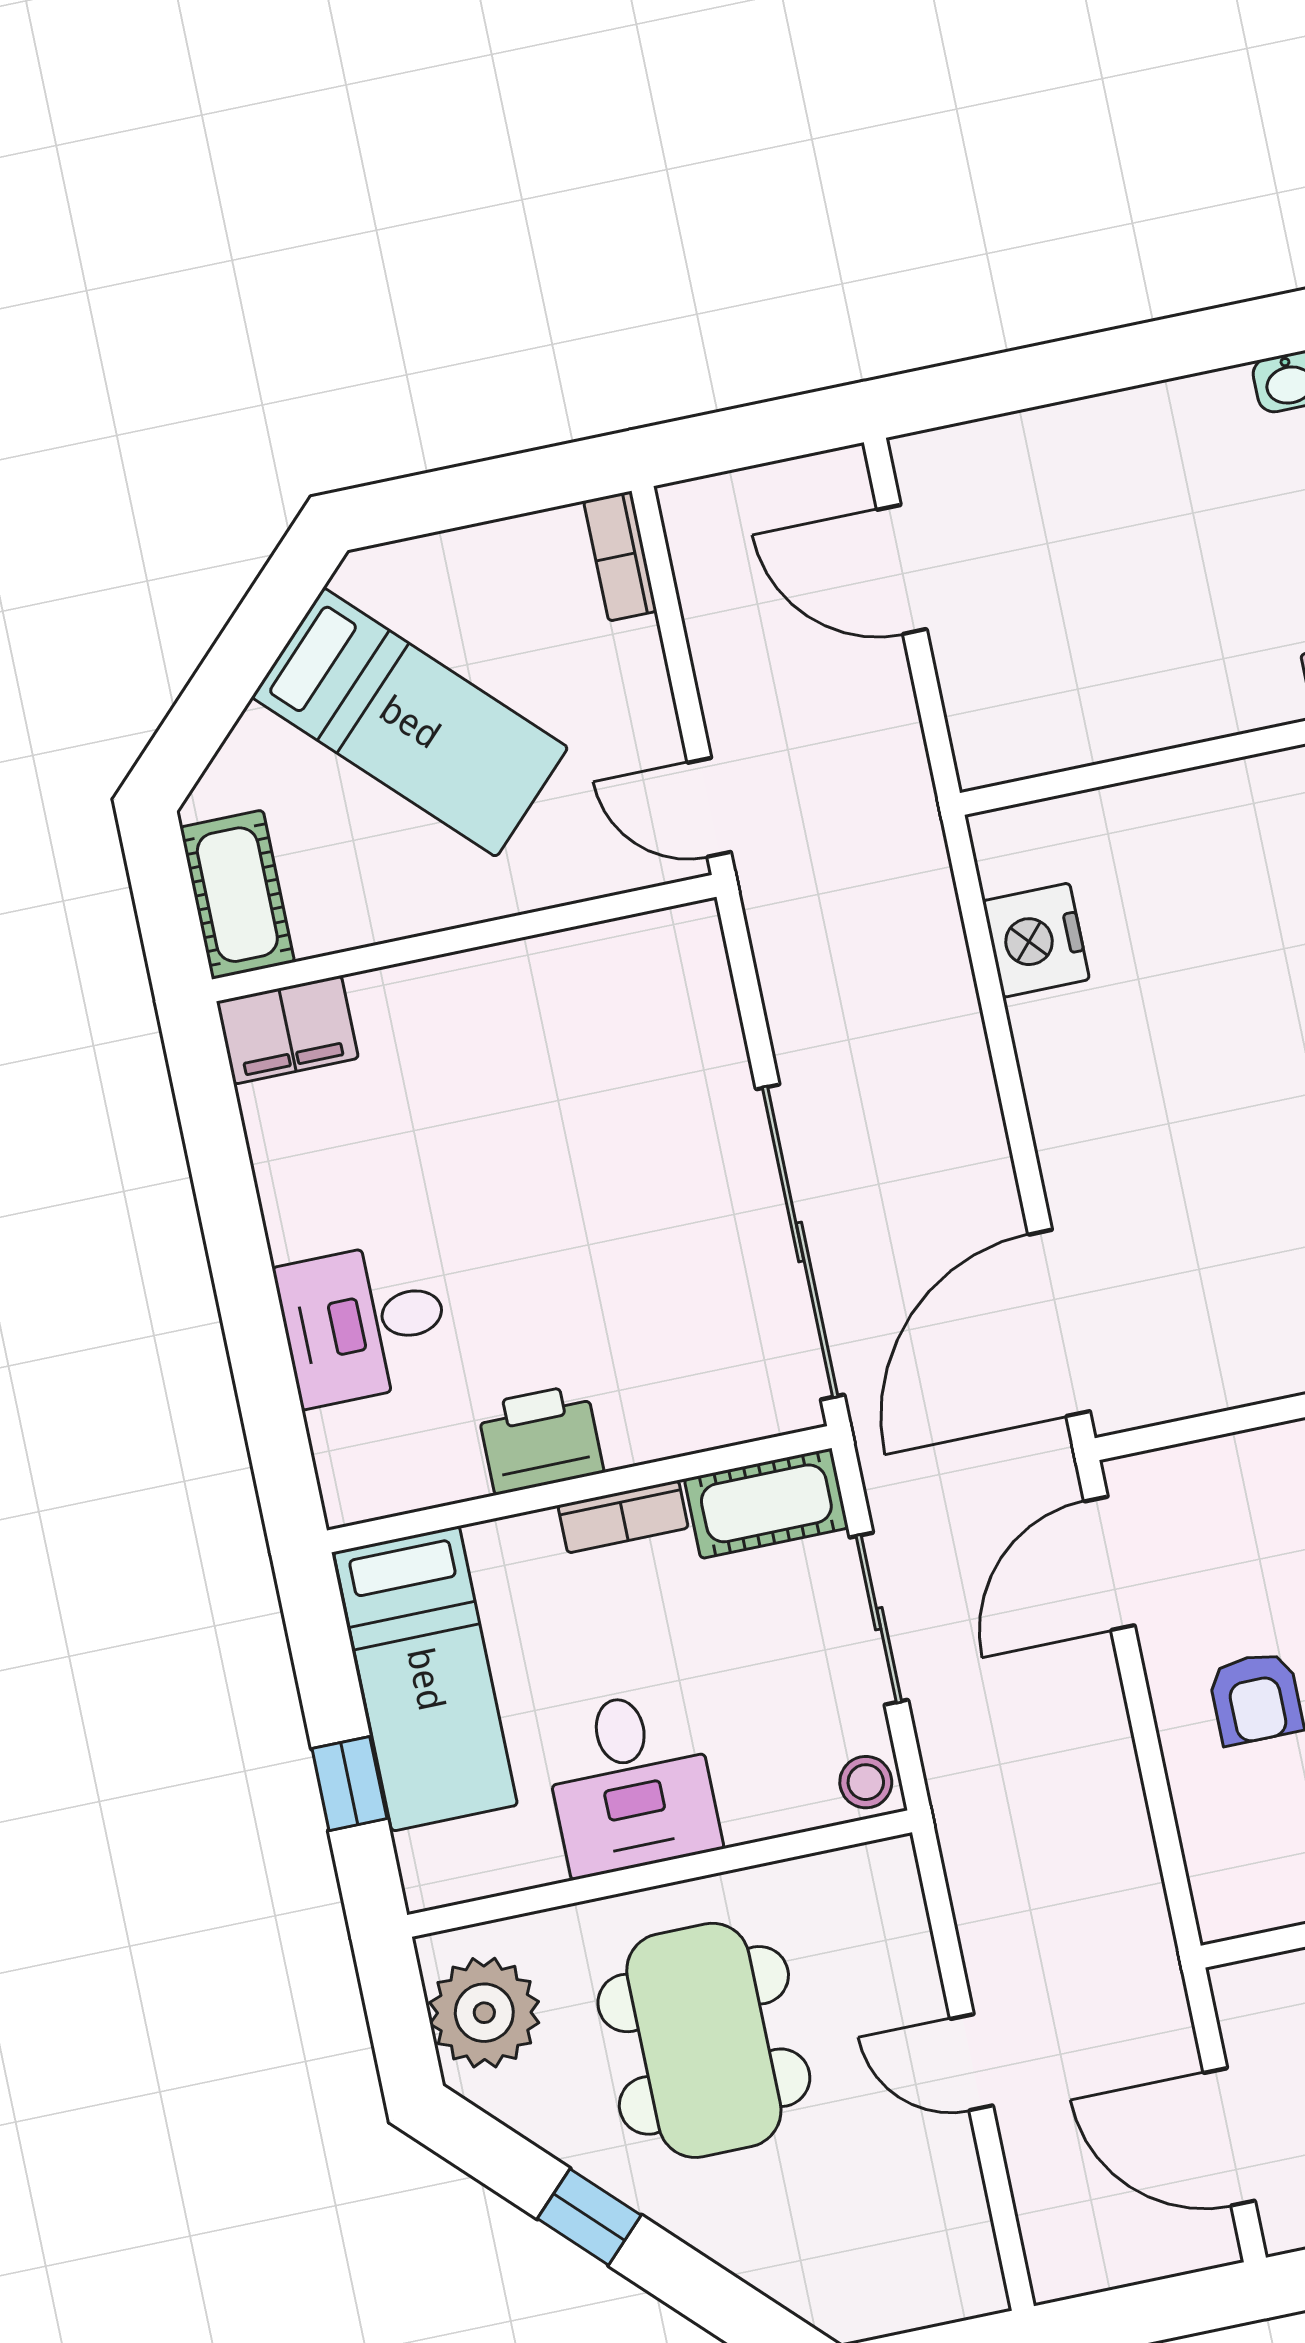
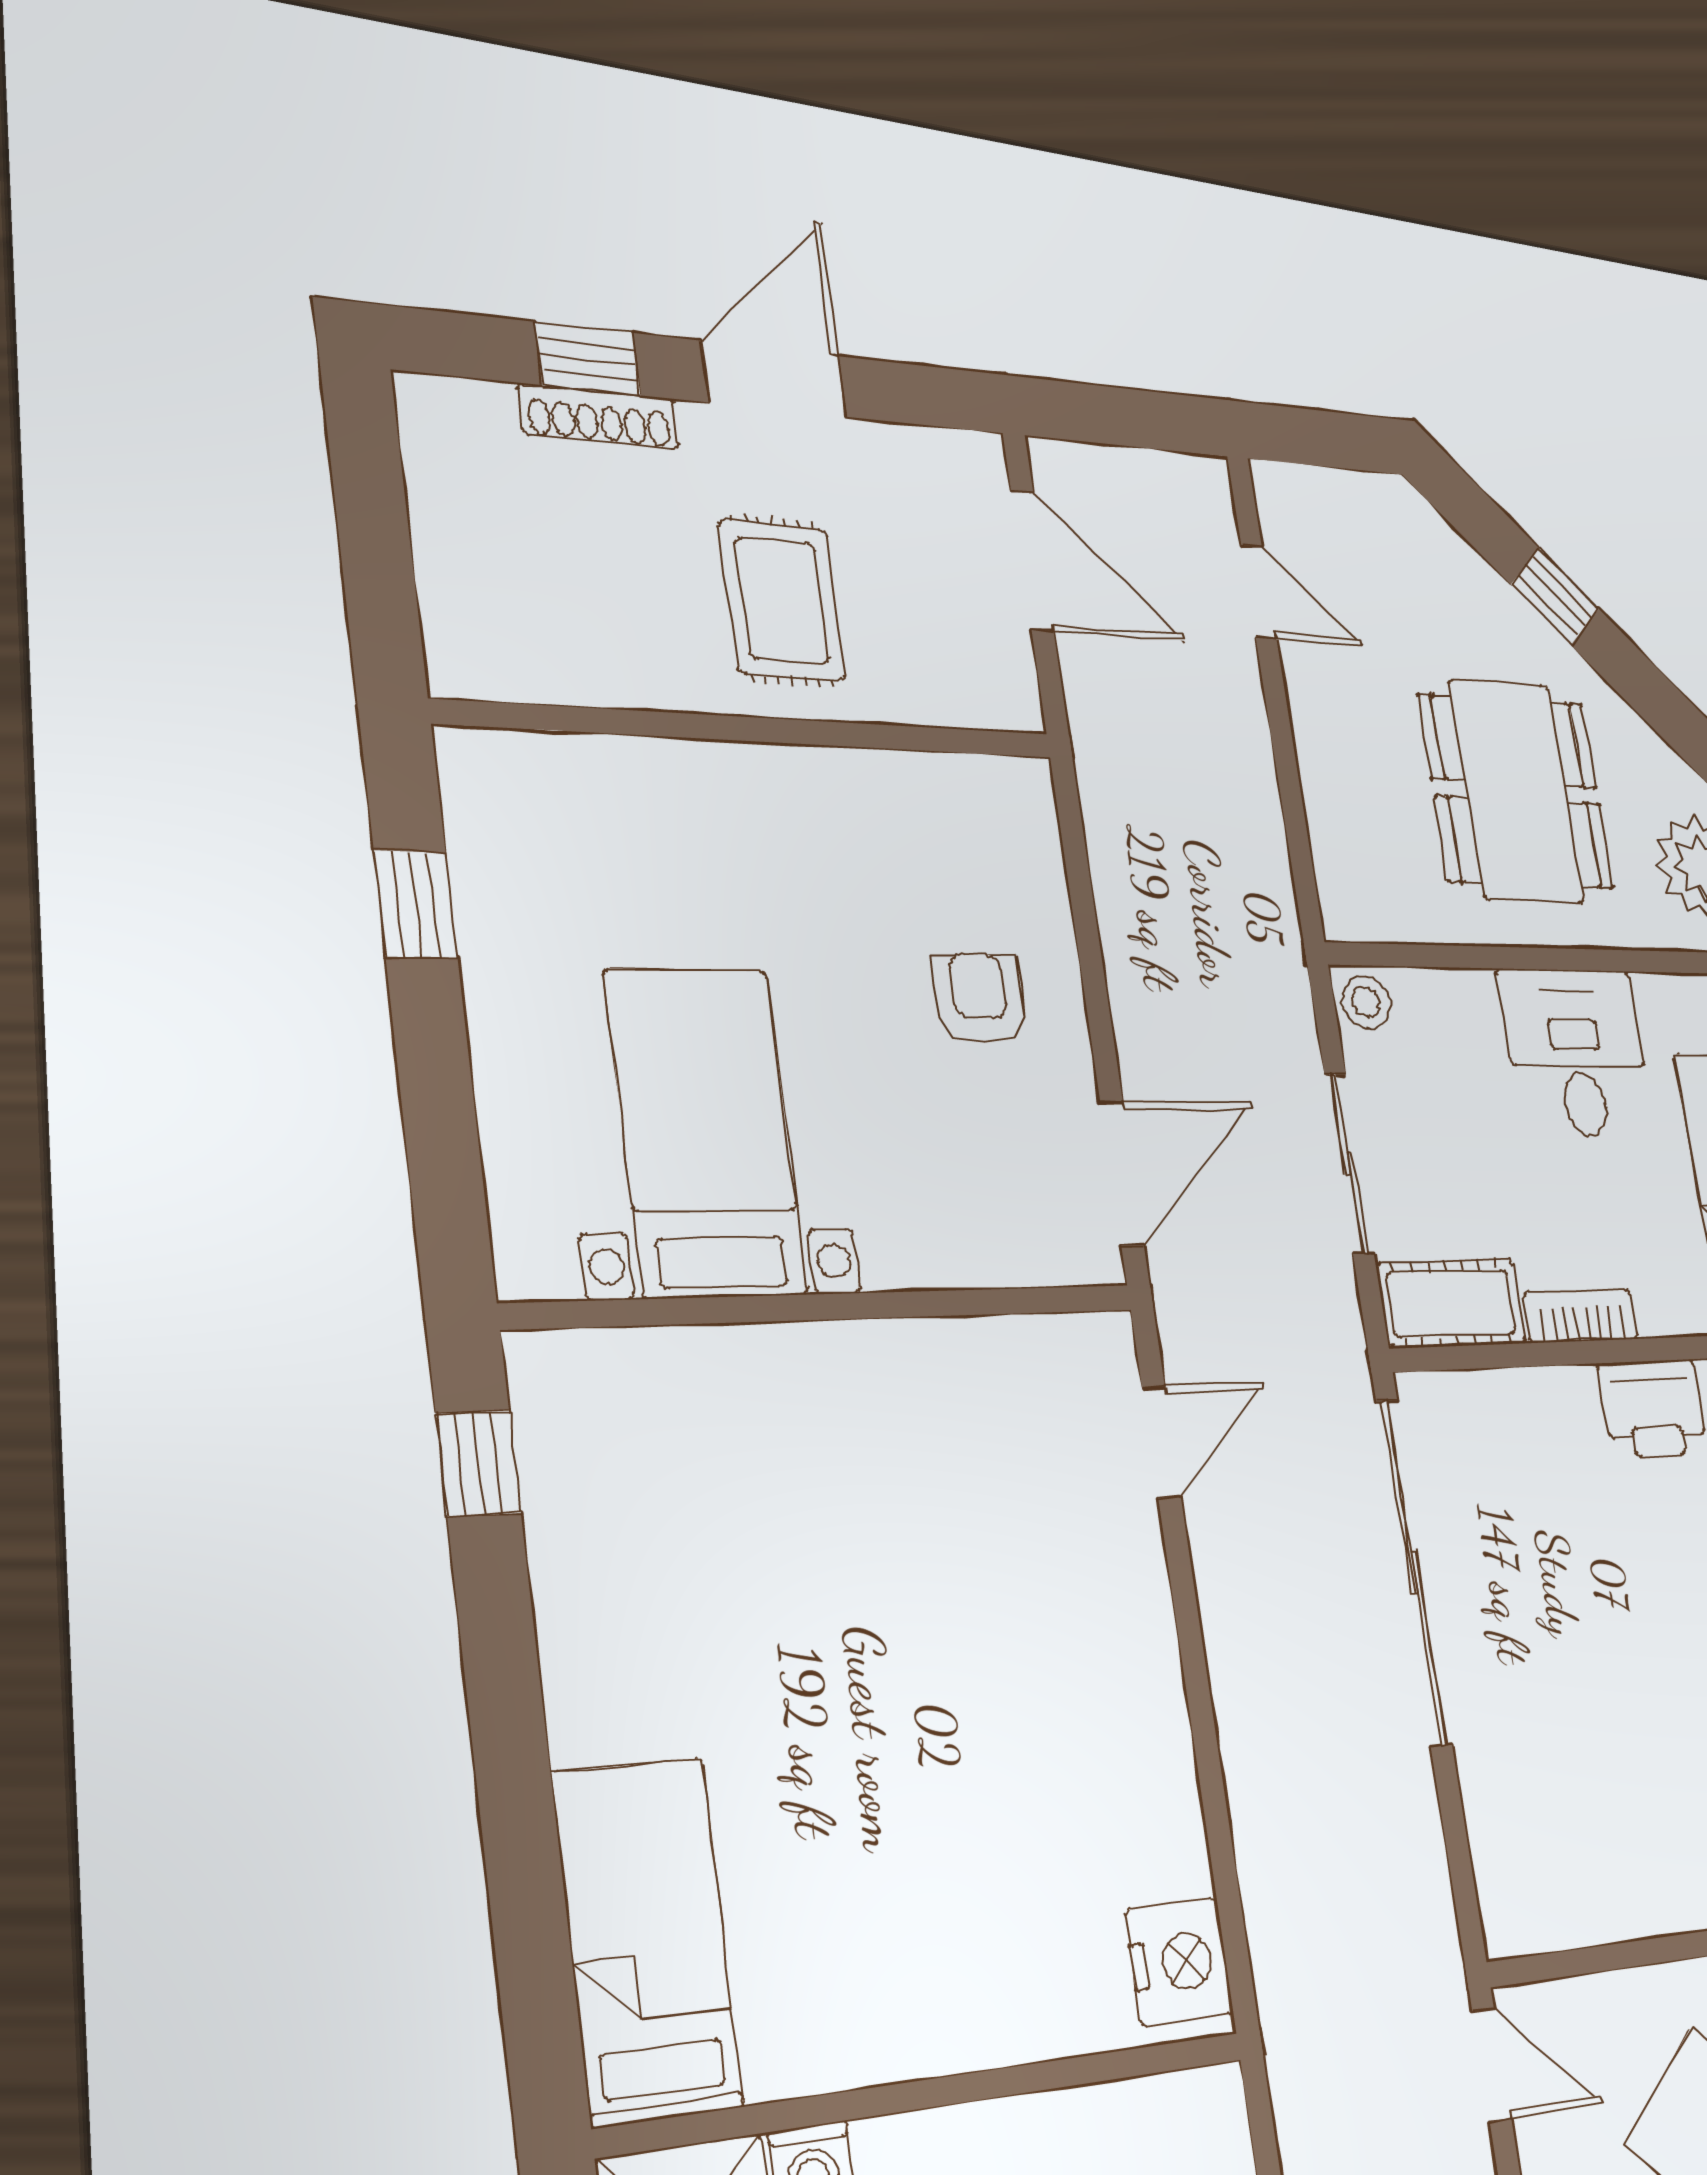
nightstand: (1036, 940) -> (1179, 1962), moved
door: (1059, 1323) -> (1161, 1442), width x0.53
door: (971, 2062) -> (1259, 592), moved
window: (589, 2217) -> (1555, 597), moved

